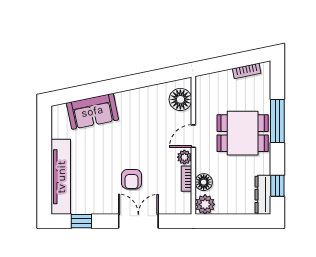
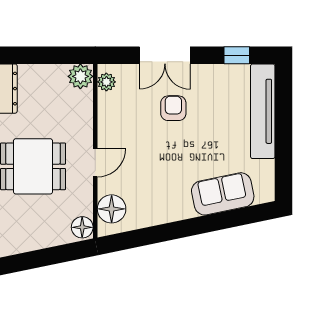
bookcase: (247, 71) -> (28, 245), removed
plant: (184, 157) -> (106, 82), moved
bookcase: (187, 179) -> (104, 109), removed
floor lamp: (204, 182) -> (82, 227), moved

